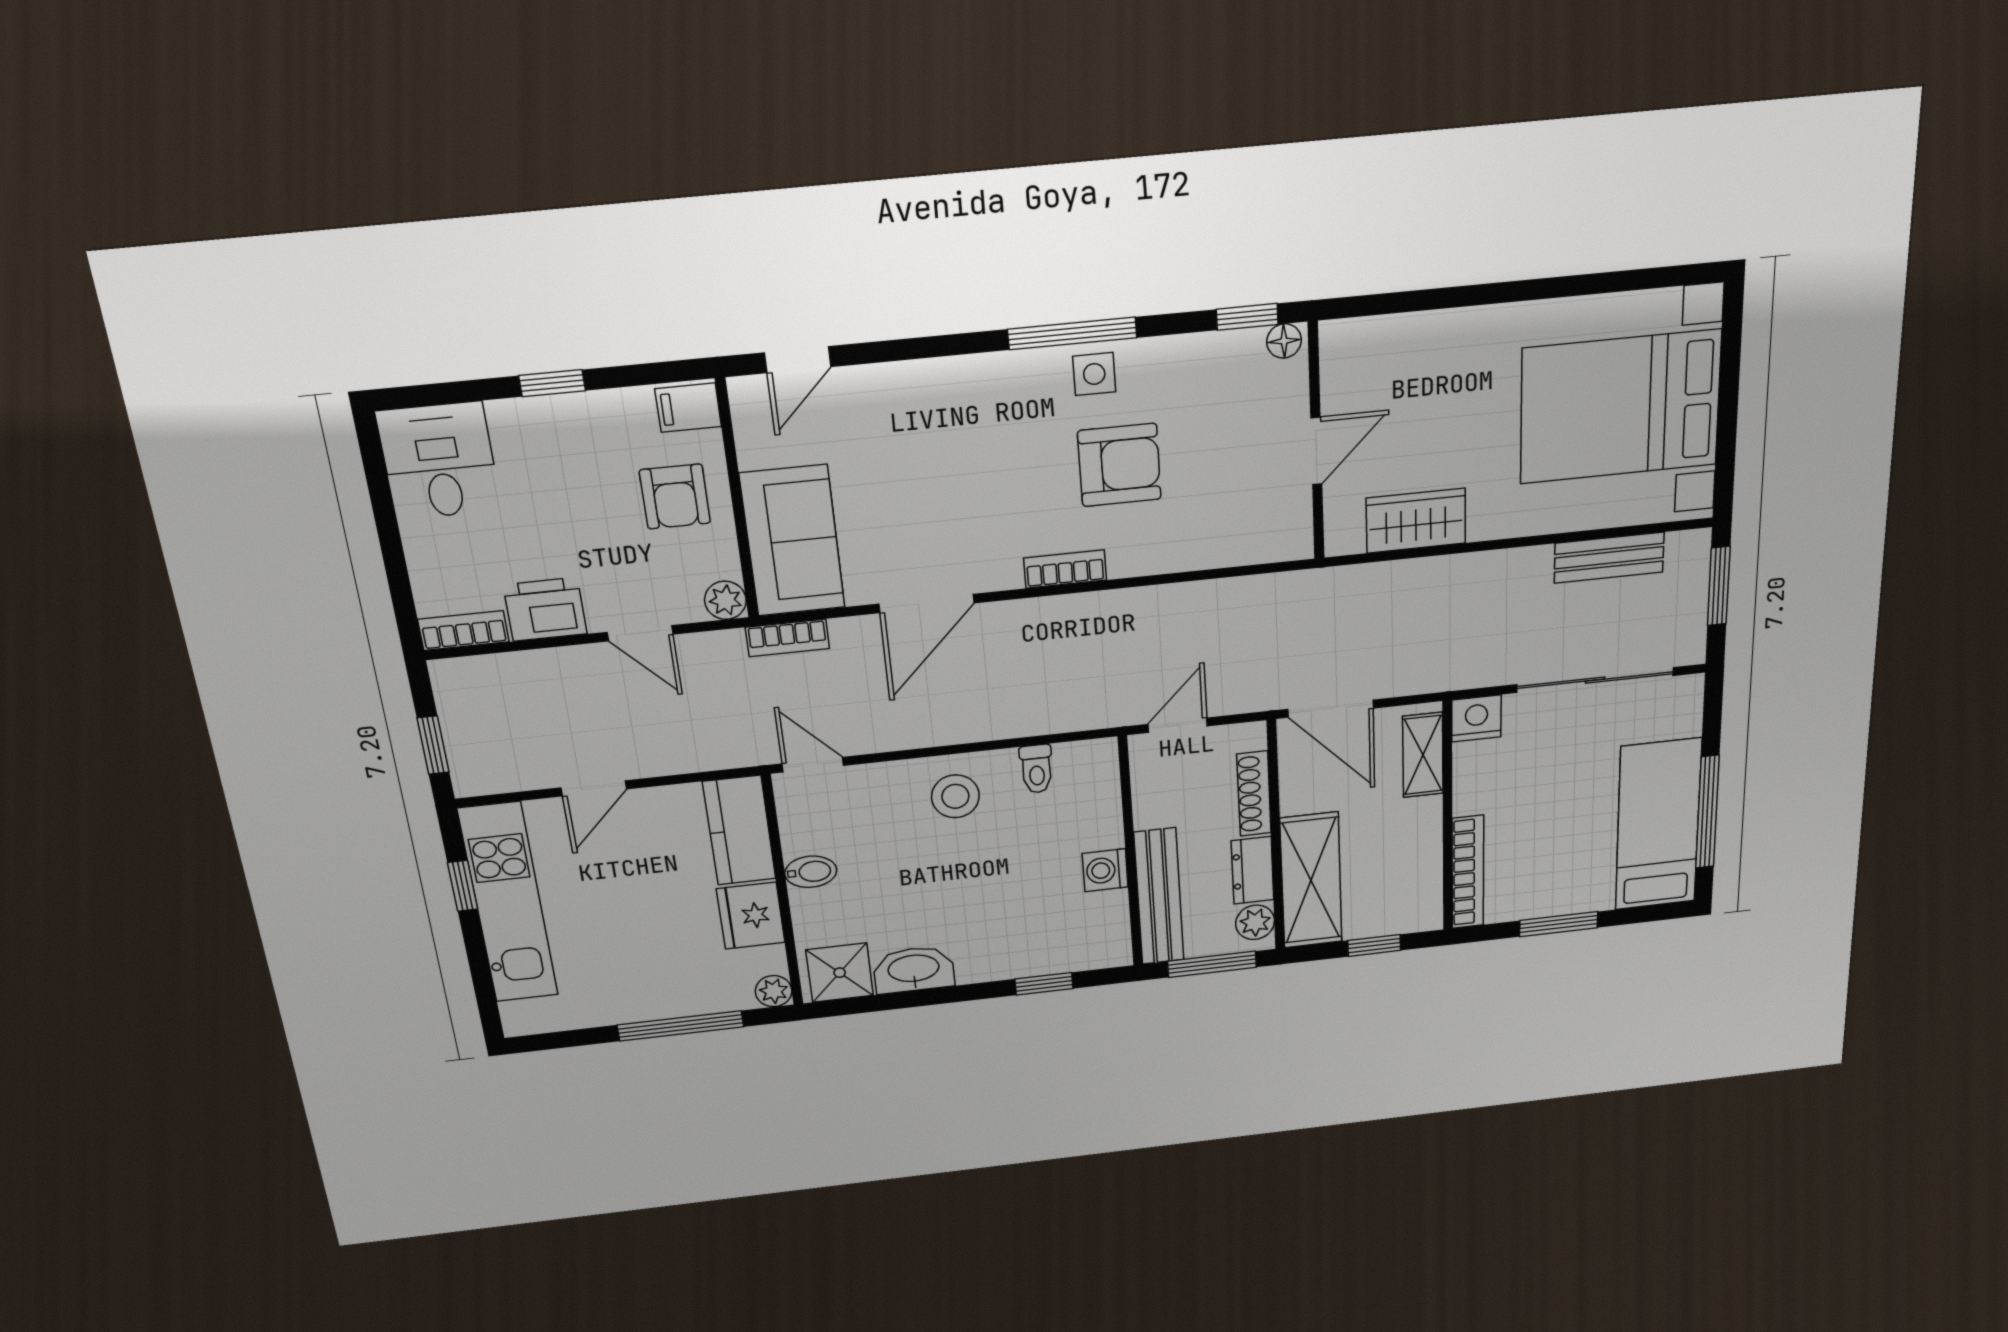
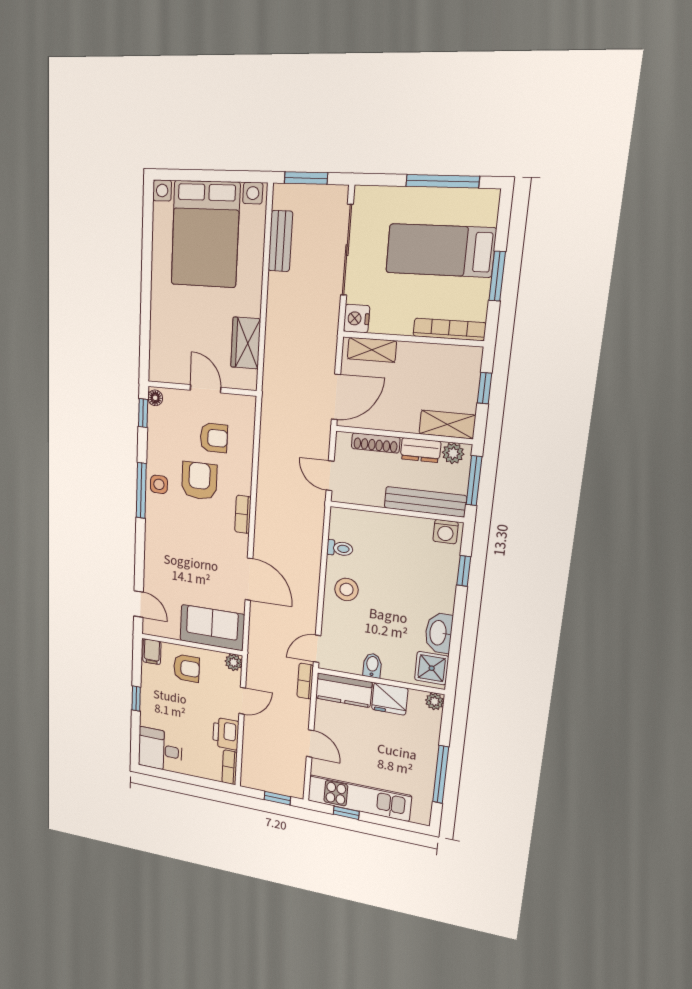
armchair: (1217, 483) -> (214, 438), added
bookcase: (787, 638) -> (305, 681), moved, turned 180
bed: (1658, 825) -> (440, 250), moved
washing machine: (1105, 870) -> (446, 532), moved
shelving: (1311, 880) -> (447, 424), width x0.67, depth x0.75
window: (680, 1026) -> (441, 774), moved

